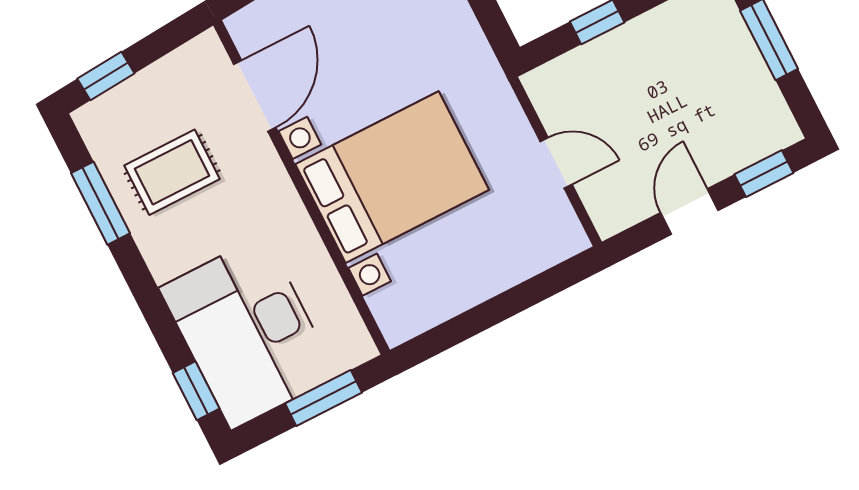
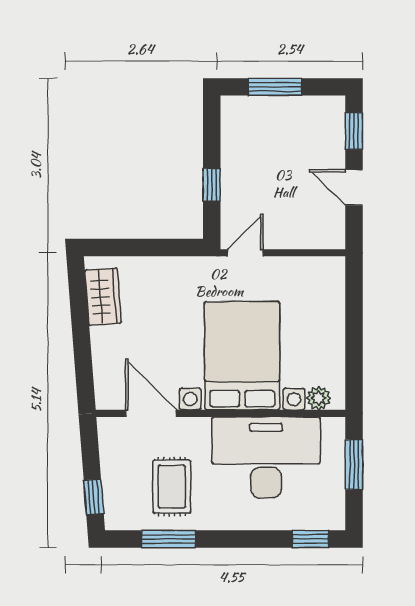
door: (556, 163) -> (245, 253), moved
plant: (388, 307) -> (319, 398), added
desk: (248, 332) -> (266, 457), moved, turned 180

